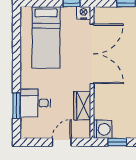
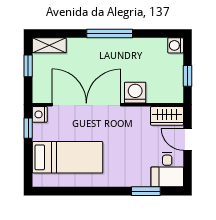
desk: (35, 103) -> (167, 170), moved
wardrobe: (82, 106) -> (167, 116), moved
washing machine: (103, 129) -> (135, 93), moved

